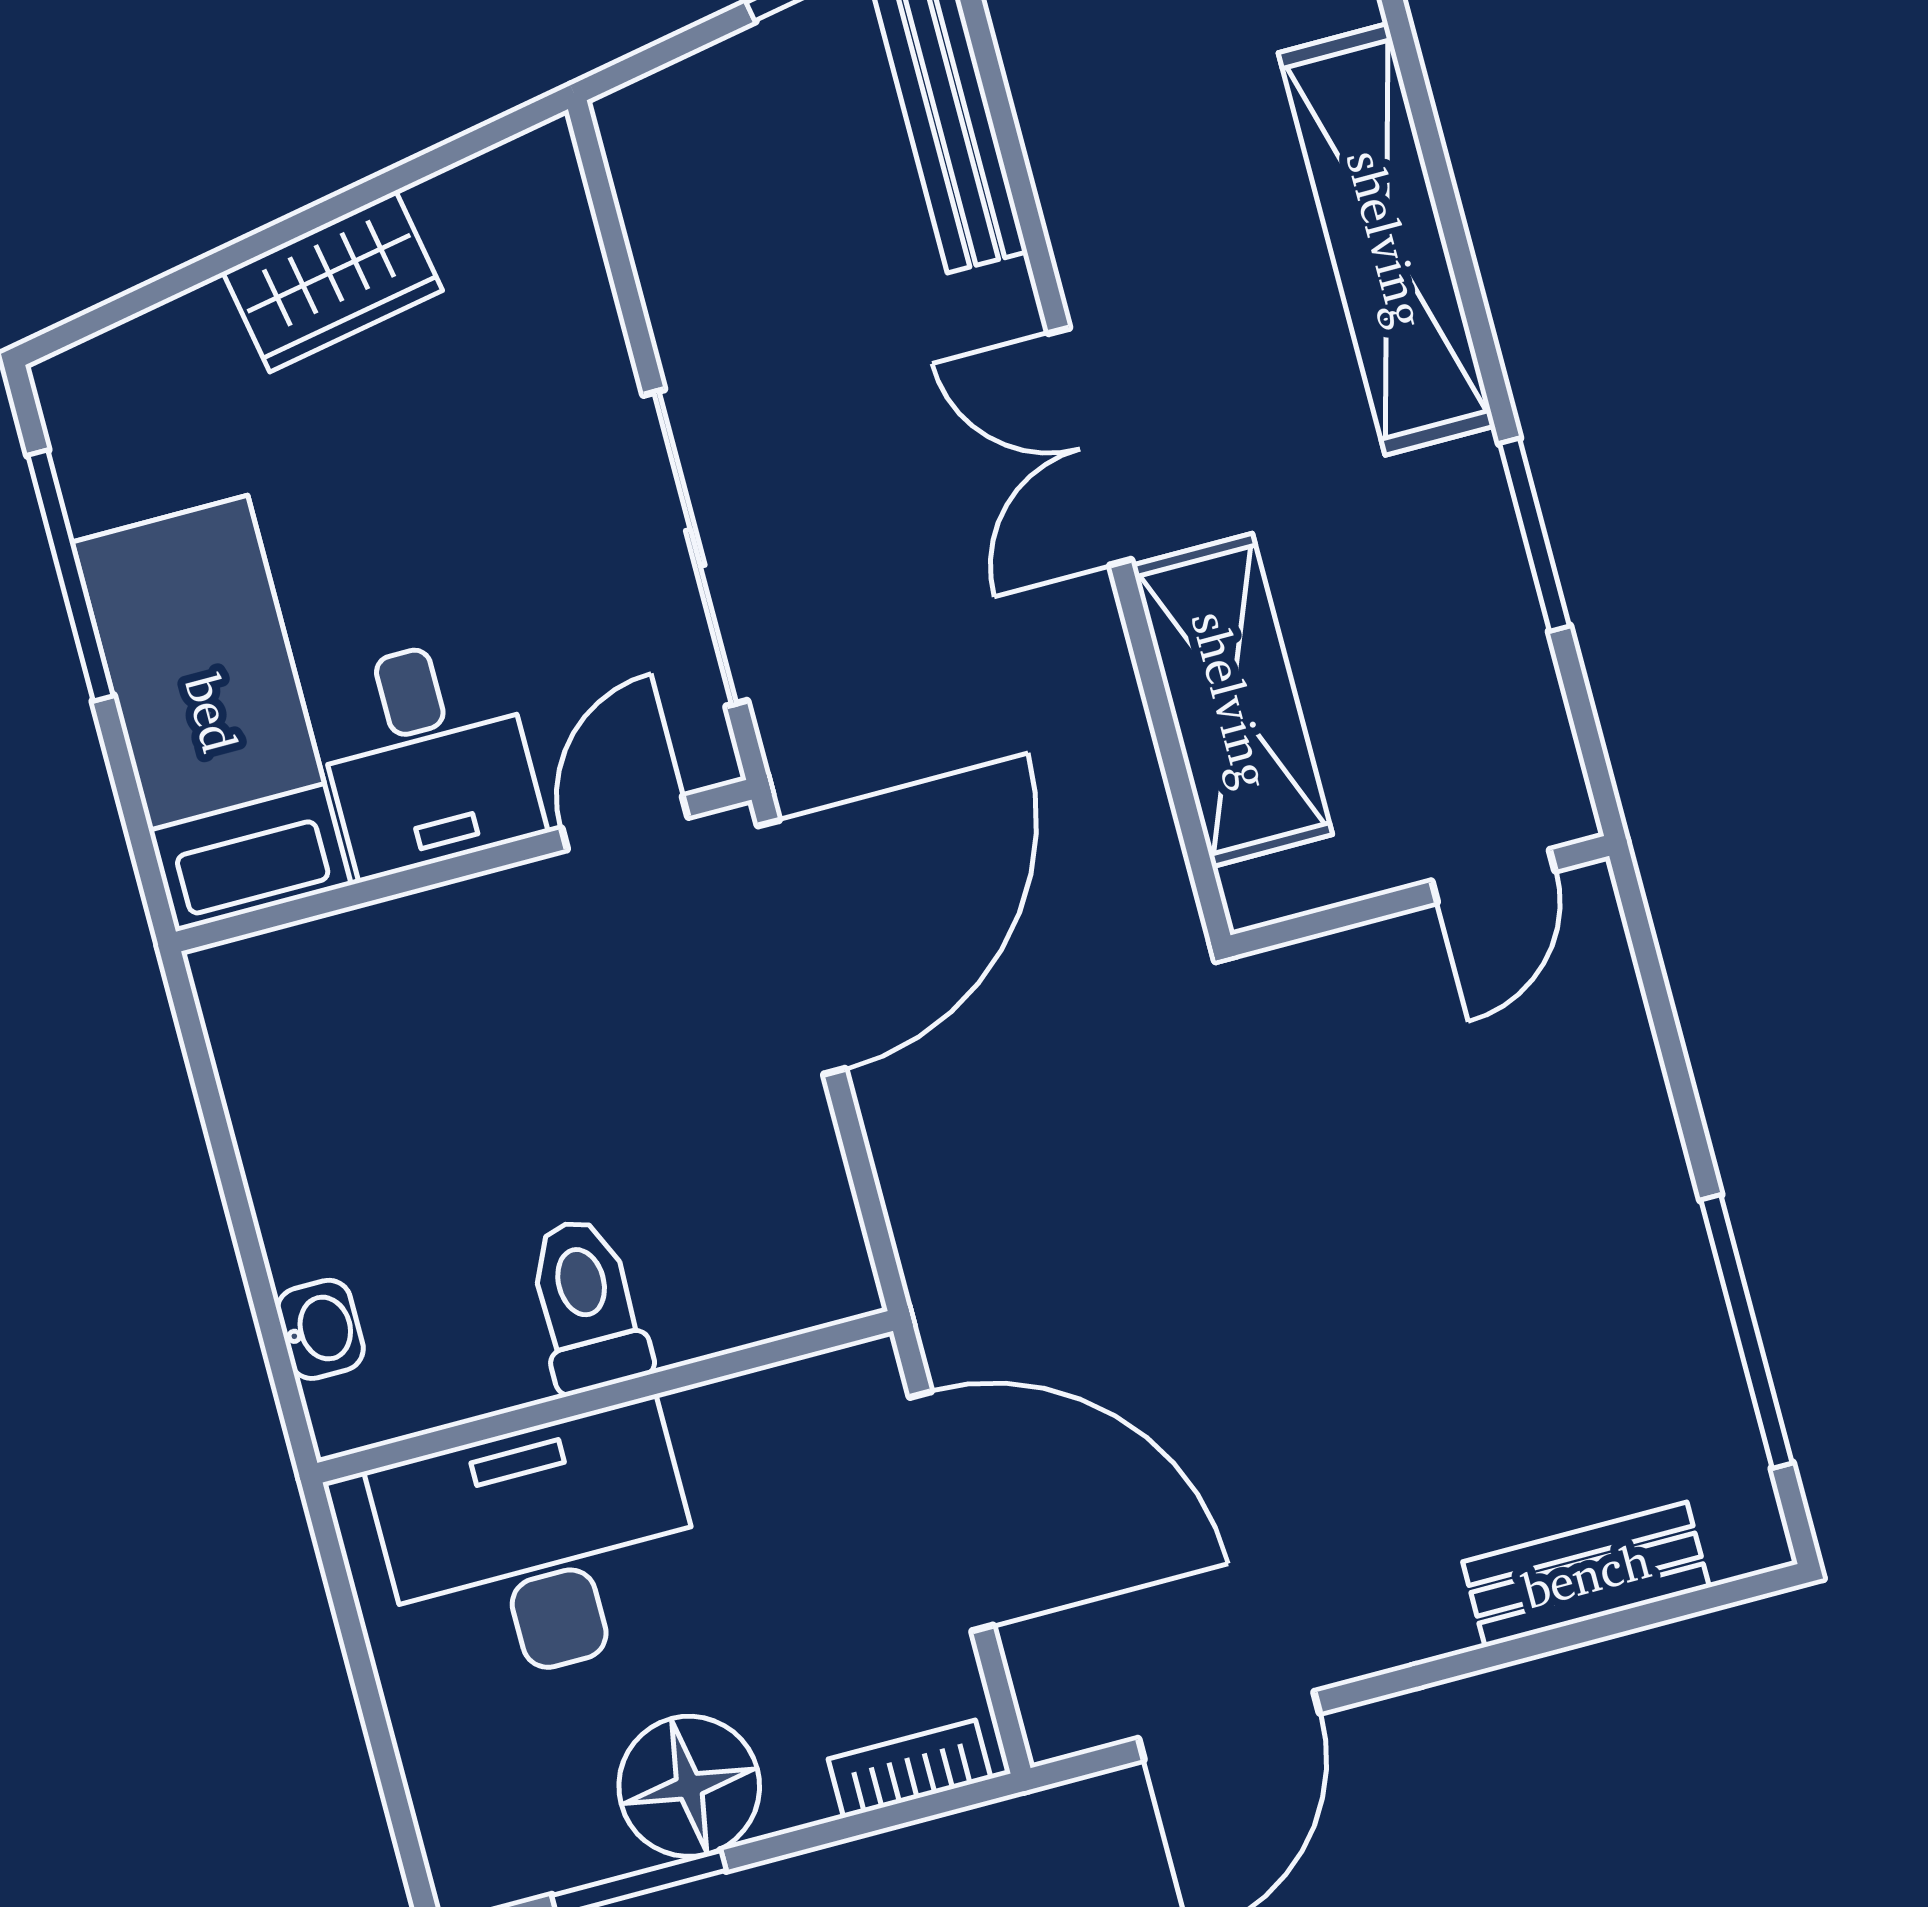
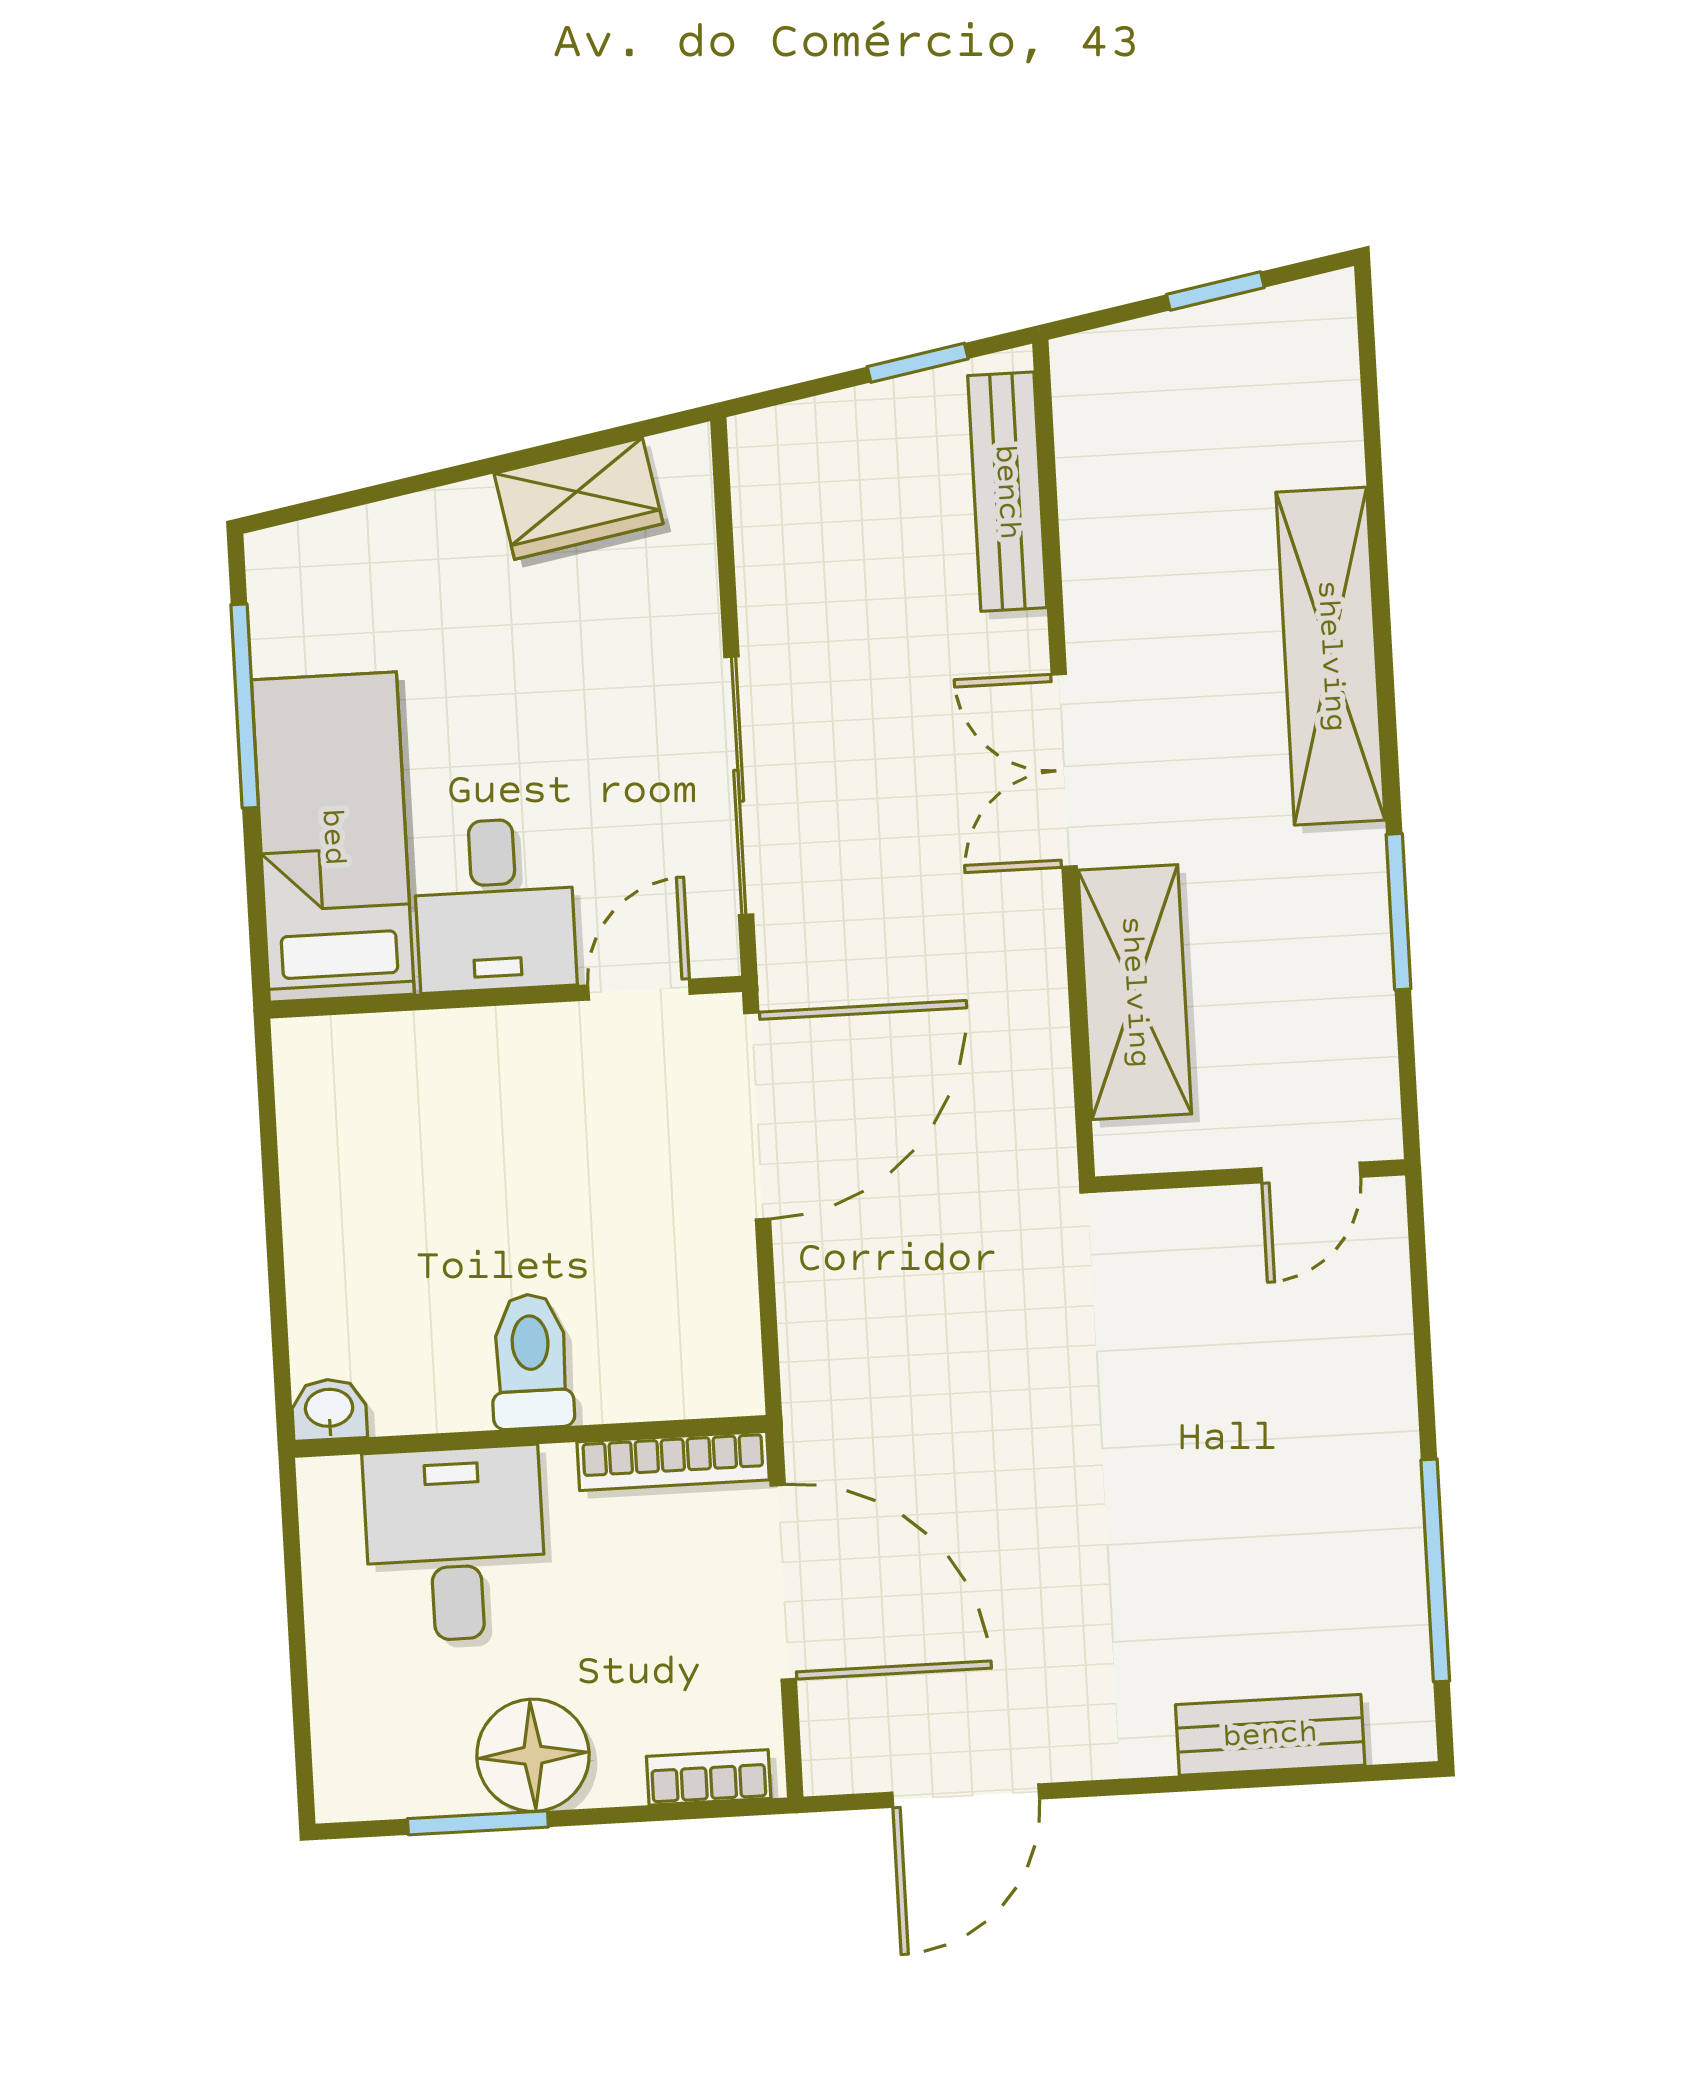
wardrobe: (333, 281) -> (578, 499), moved
washbasin: (320, 1329) -> (329, 1410), moved, turned -90
bookcase: (786, 1391) -> (673, 1461), added
desk: (540, 1547) -> (455, 1544), width x0.73

